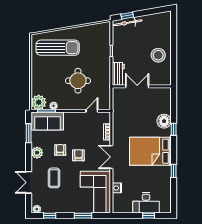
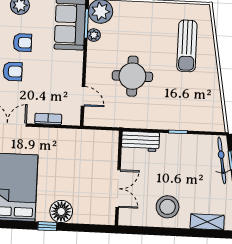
shelving: (166, 30) -> (207, 222), added
sun lounger: (58, 48) -> (187, 46), width x0.73, depth x0.75
double door: (137, 86) -> (118, 189), moved

